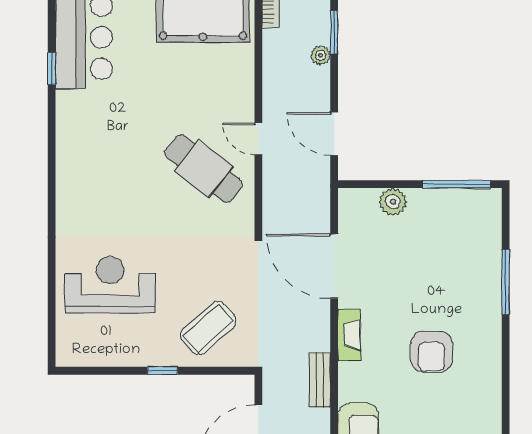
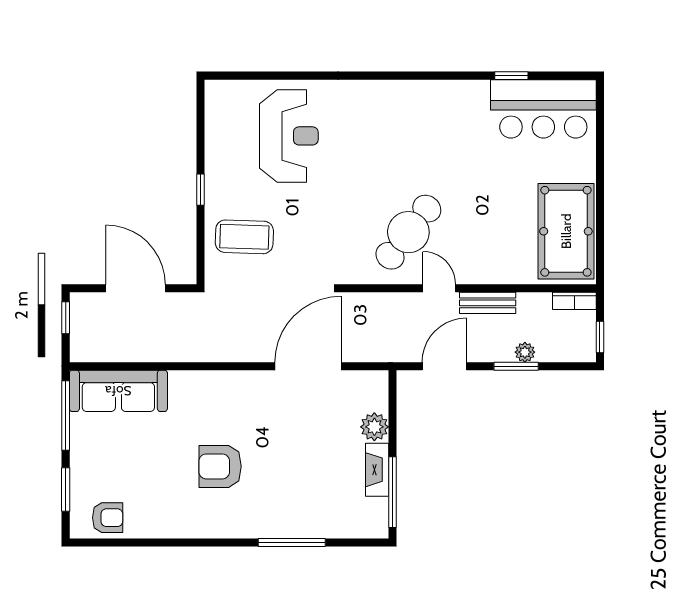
window: (334, 32) -> (516, 366), moved
door: (258, 139) -> (439, 288), hinge flipped
coffee table: (208, 328) -> (244, 237), turned -47
fireplace: (349, 335) -> (377, 470), moved, turned 90
bench: (320, 380) -> (488, 303), moved

